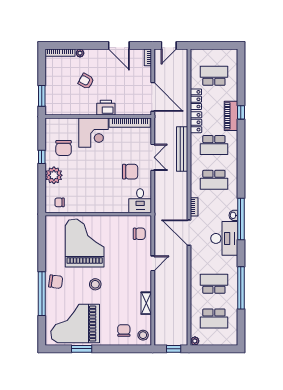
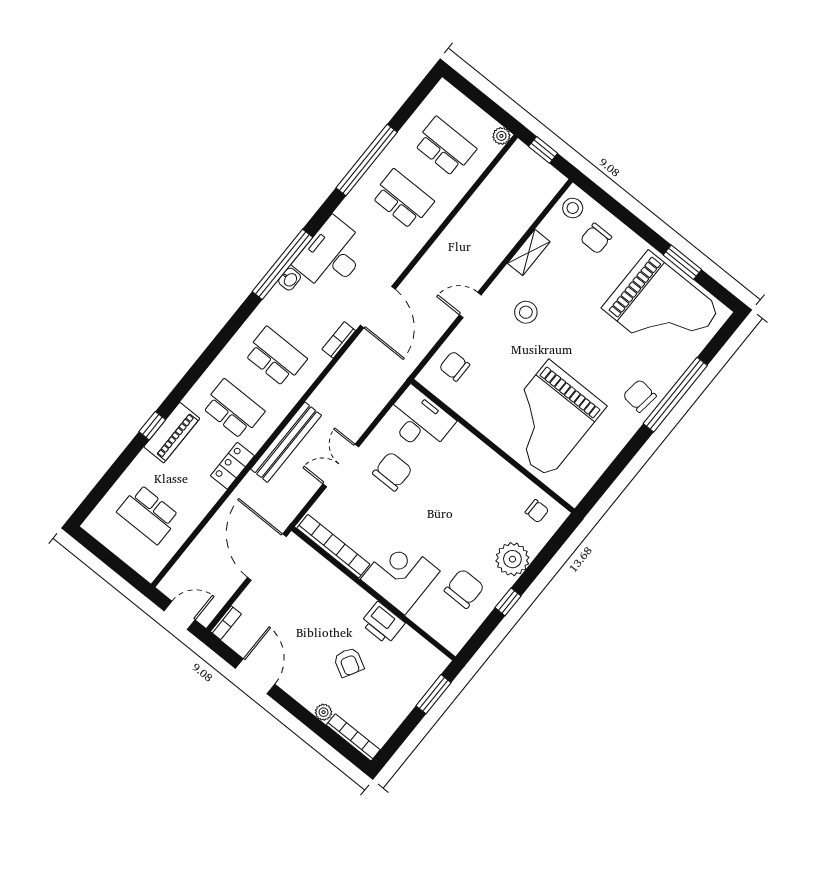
locker: (196, 99) -> (204, 501), removed
printer: (106, 108) -> (383, 623), moved
chair: (130, 172) -> (392, 471), turned 90
desk: (140, 201) -> (419, 420), width x1.37
stool: (95, 284) -> (526, 312), moved
school desk: (214, 284) -> (403, 199), turned 180

